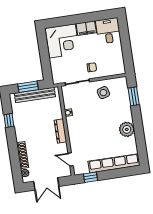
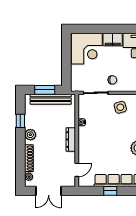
plant: (20, 132) -> (30, 135), added
door: (71, 159) -> (77, 170), swing flipped
window: (90, 177) -> (110, 191), moved

